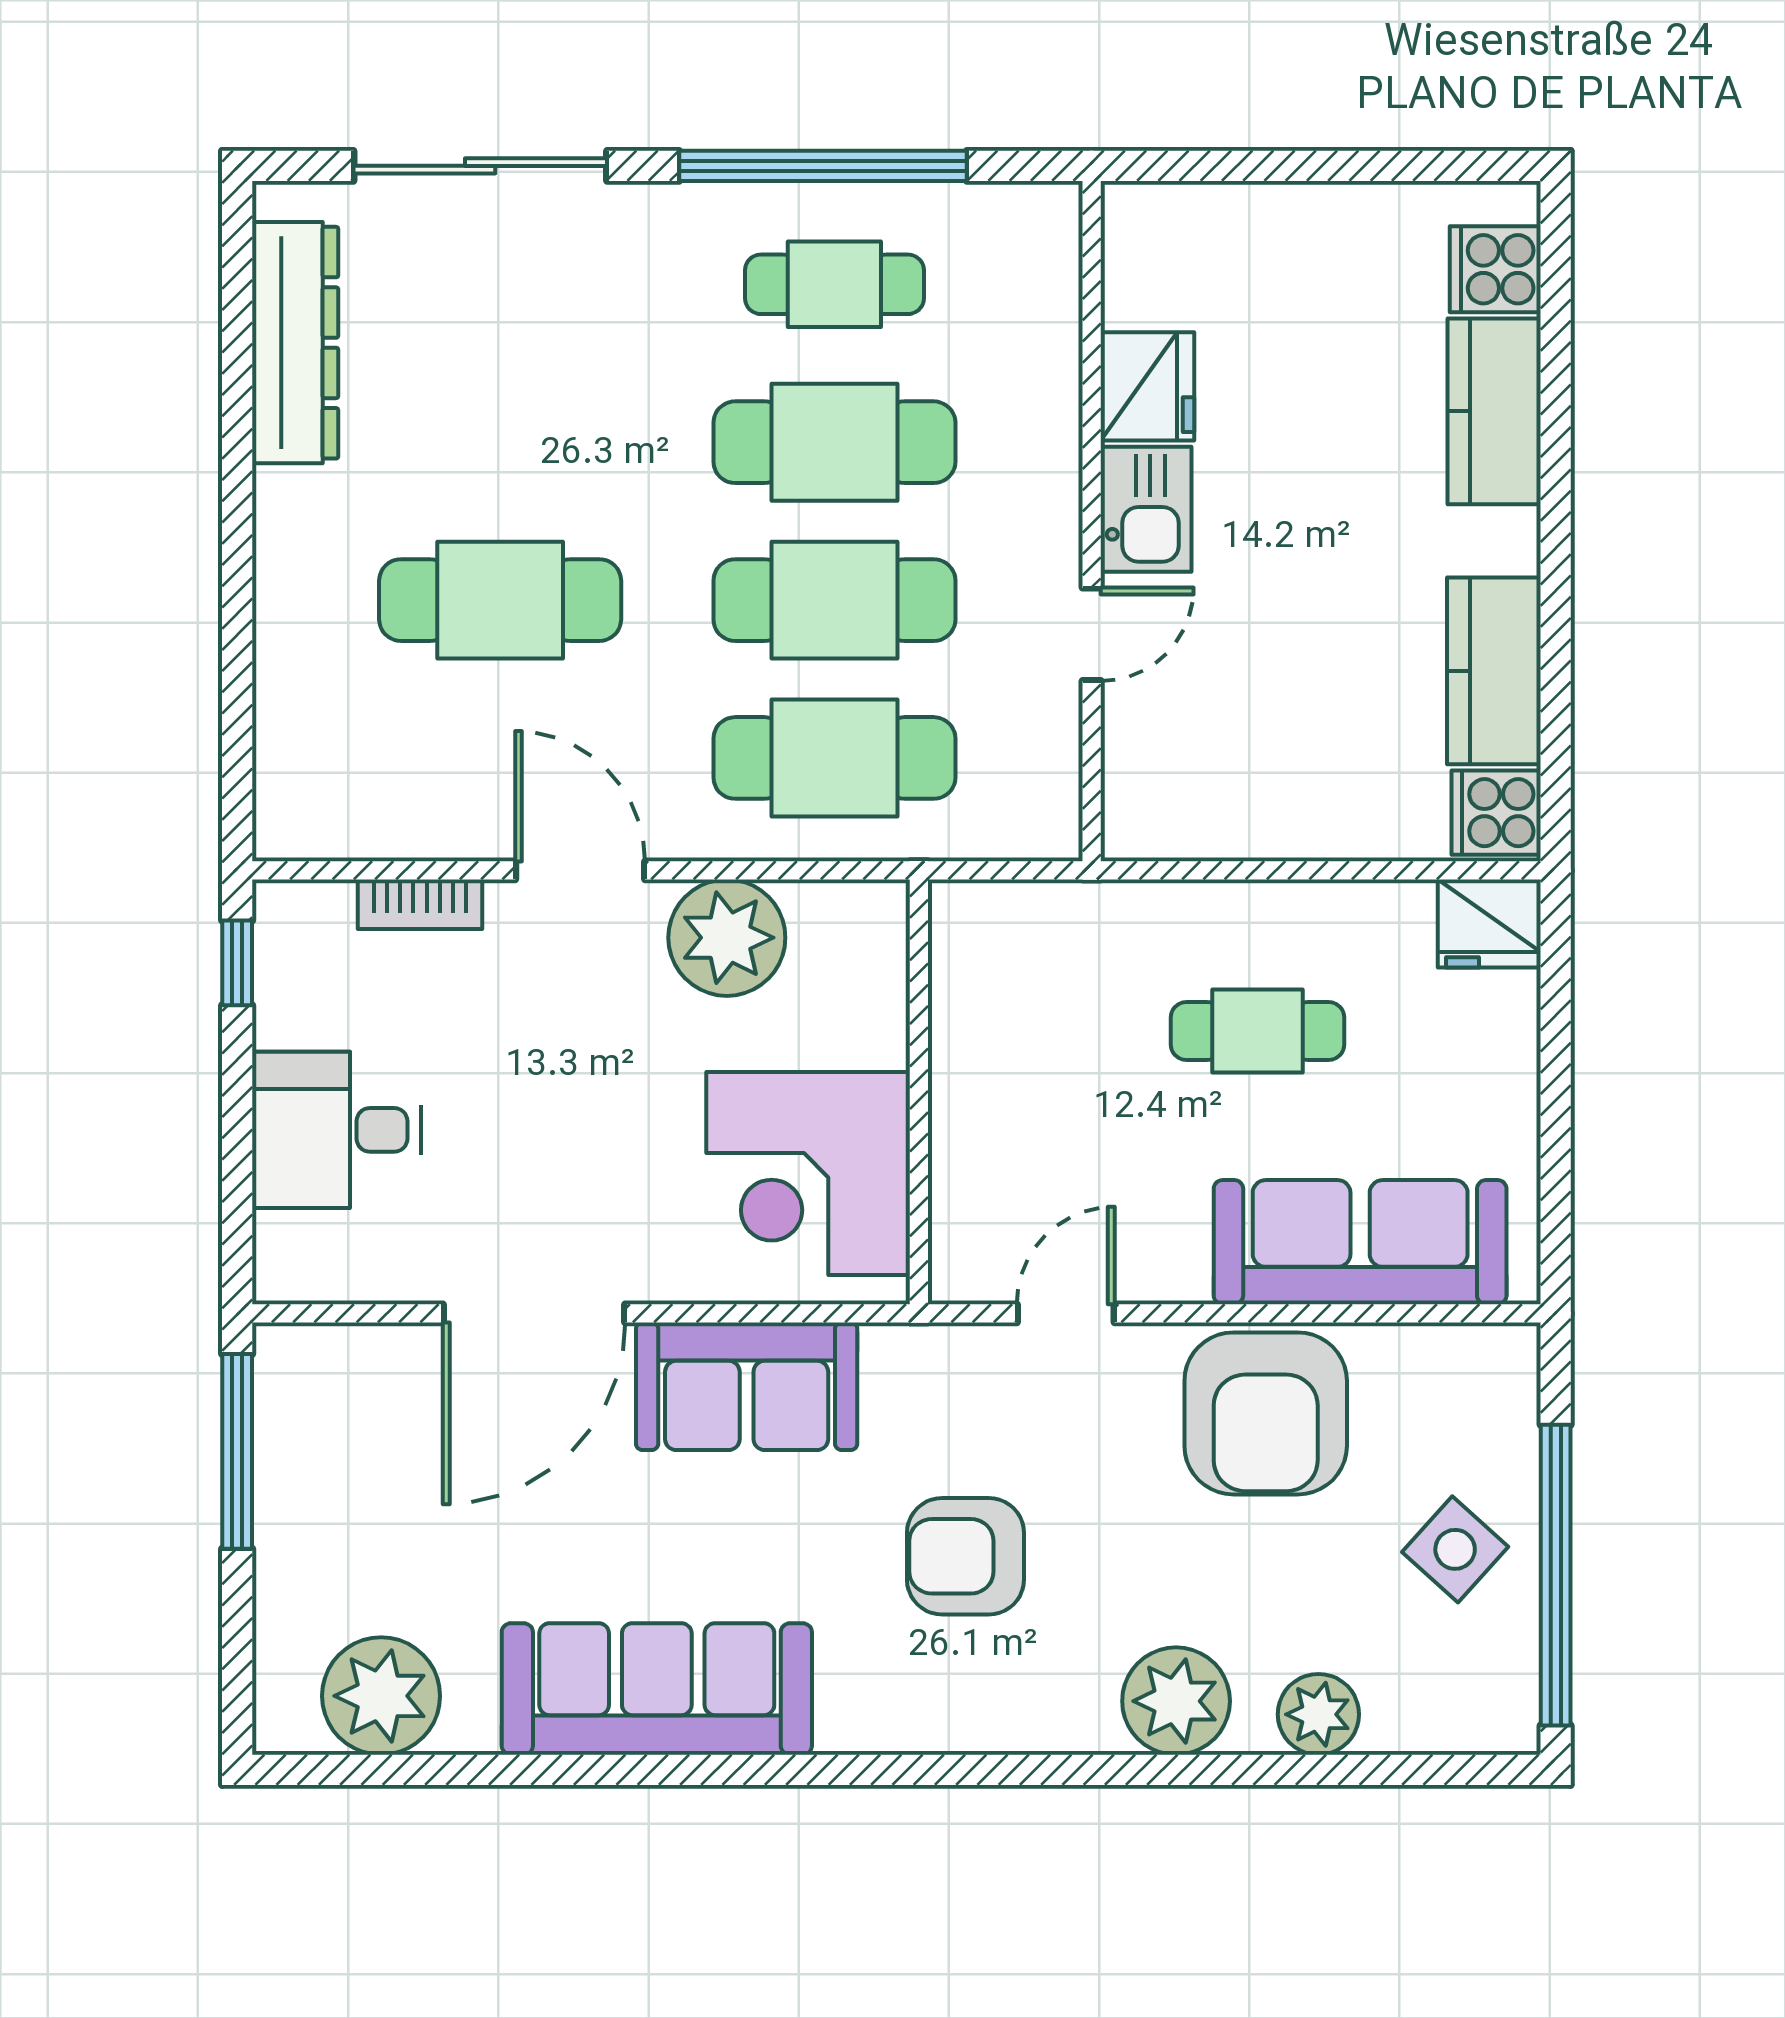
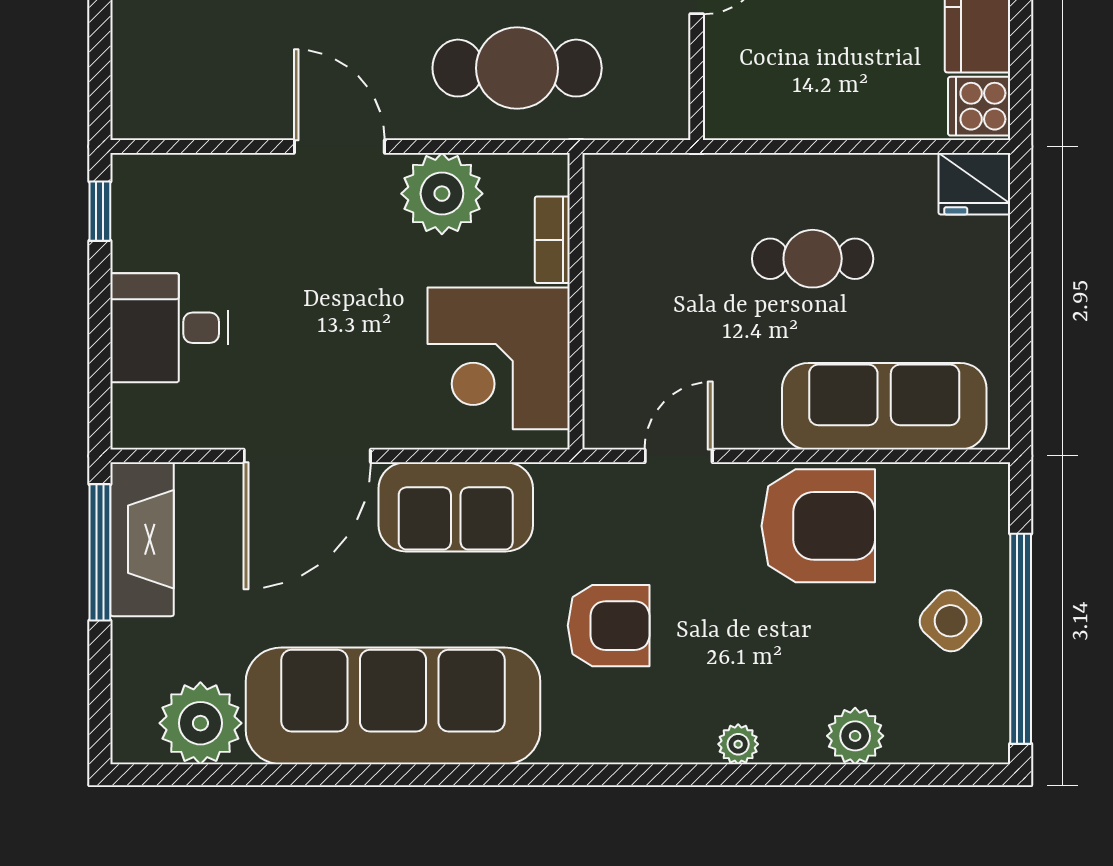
bookcase: (420, 904) -> (552, 240), moved, turned 90
armchair: (1266, 1413) -> (818, 526), turned -90
fireplace: (297, 1433) -> (142, 539), added
armchair: (965, 1556) -> (609, 626), turned 180
sofa: (657, 1689) -> (393, 706), width x1.36, depth x1.27
plant: (1176, 1701) -> (738, 744), width x0.53, depth x0.53

